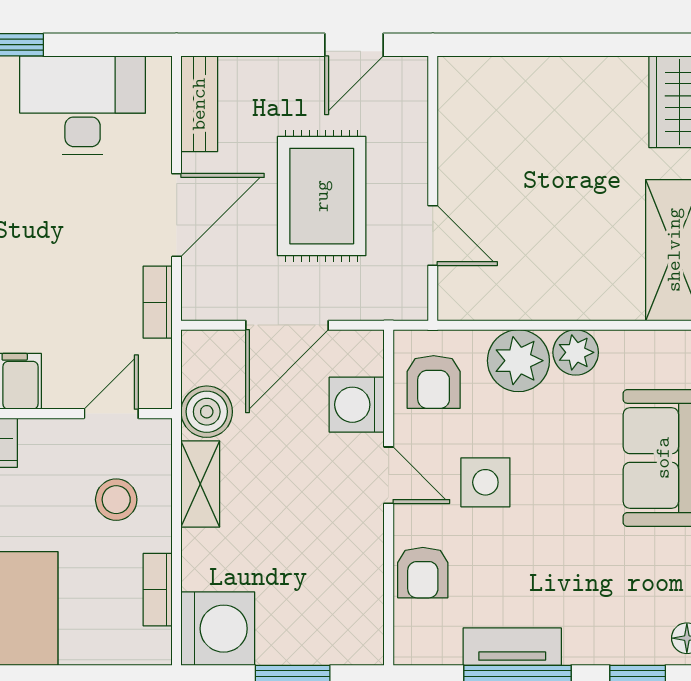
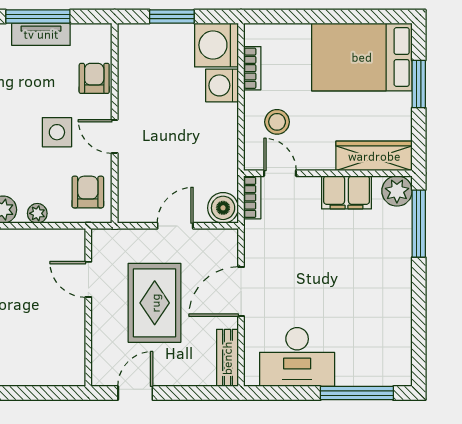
bookcase: (158, 302) -> (252, 197), moved
door: (287, 325) -> (175, 226), width x0.73
plant: (518, 361) -> (37, 213), width x0.53, depth x0.53
washing machine: (357, 405) -> (222, 85), moved, turned 180
boiler: (207, 412) -> (223, 208), moved
door: (111, 414) -> (280, 173), swing flipped
shelving: (200, 484) -> (227, 131), removed

